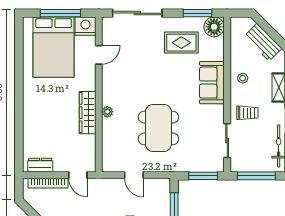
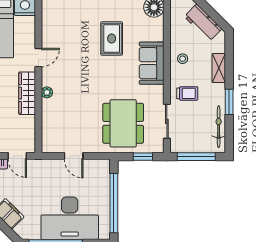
rug: (181, 43) -> (112, 38), moved, turned 90
door: (99, 55) -> (38, 58), moved
dining table: (158, 128) -> (123, 123), moved
window: (203, 176) -> (143, 157), width x0.67

